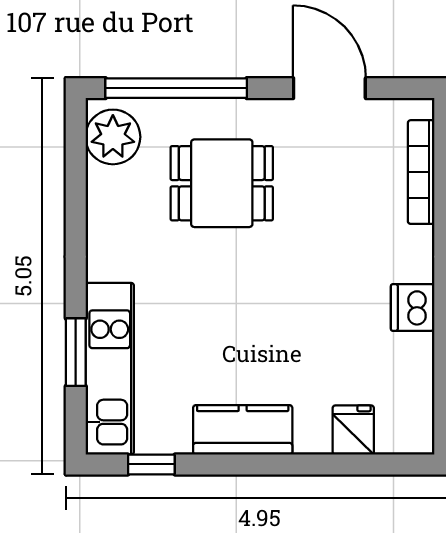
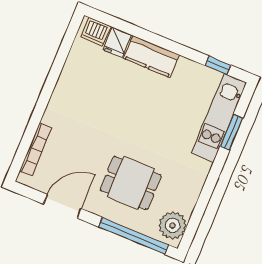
door: (329, 88) -> (62, 206), swing flipped
dishwasher: (413, 307) -> (96, 32), moved, turned 90
kitchen counter: (243, 430) -> (151, 57), moved

